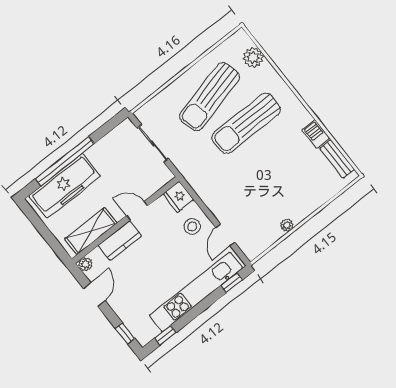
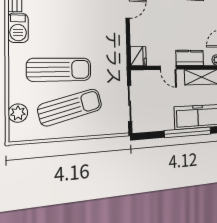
barbecue: (316, 134) -> (18, 28), width x1.38, depth x1.27
stool: (192, 226) -> (143, 31), removed

